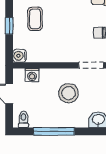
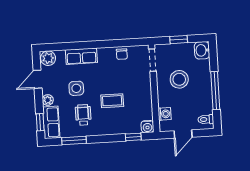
coffee table: (35, 19) -> (112, 101), moved
window: (9, 26) -> (133, 137), moved

